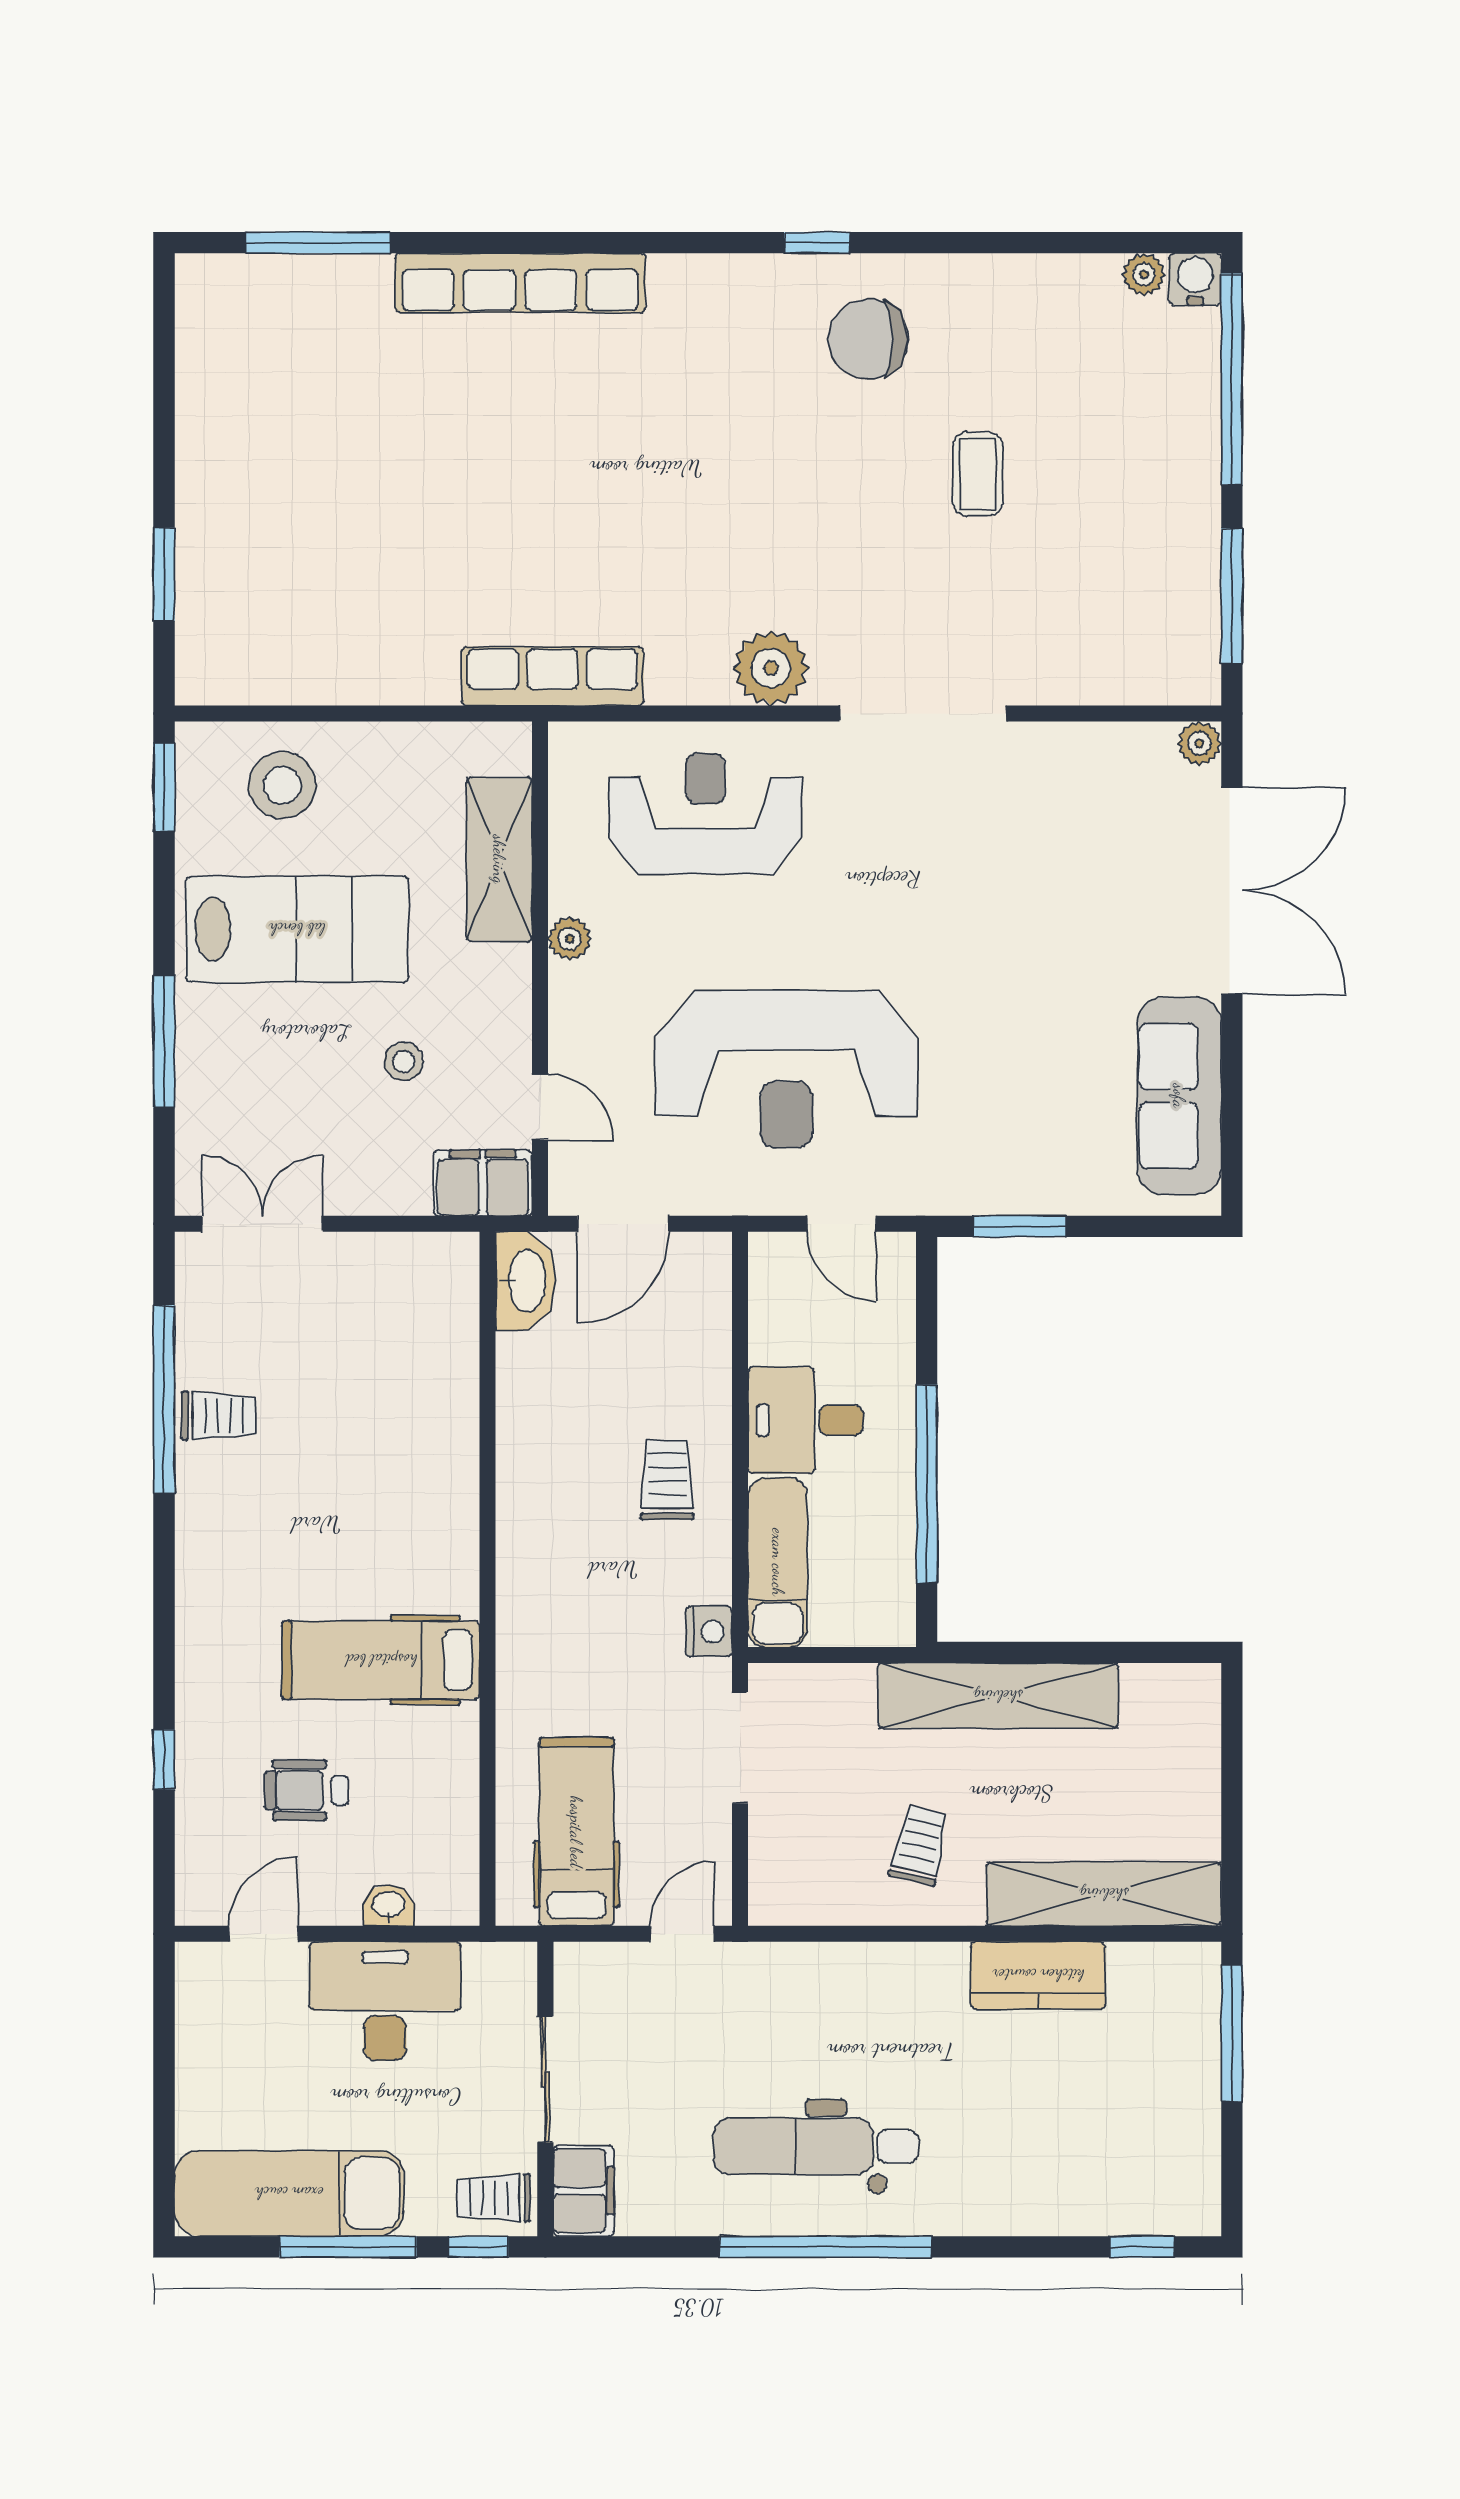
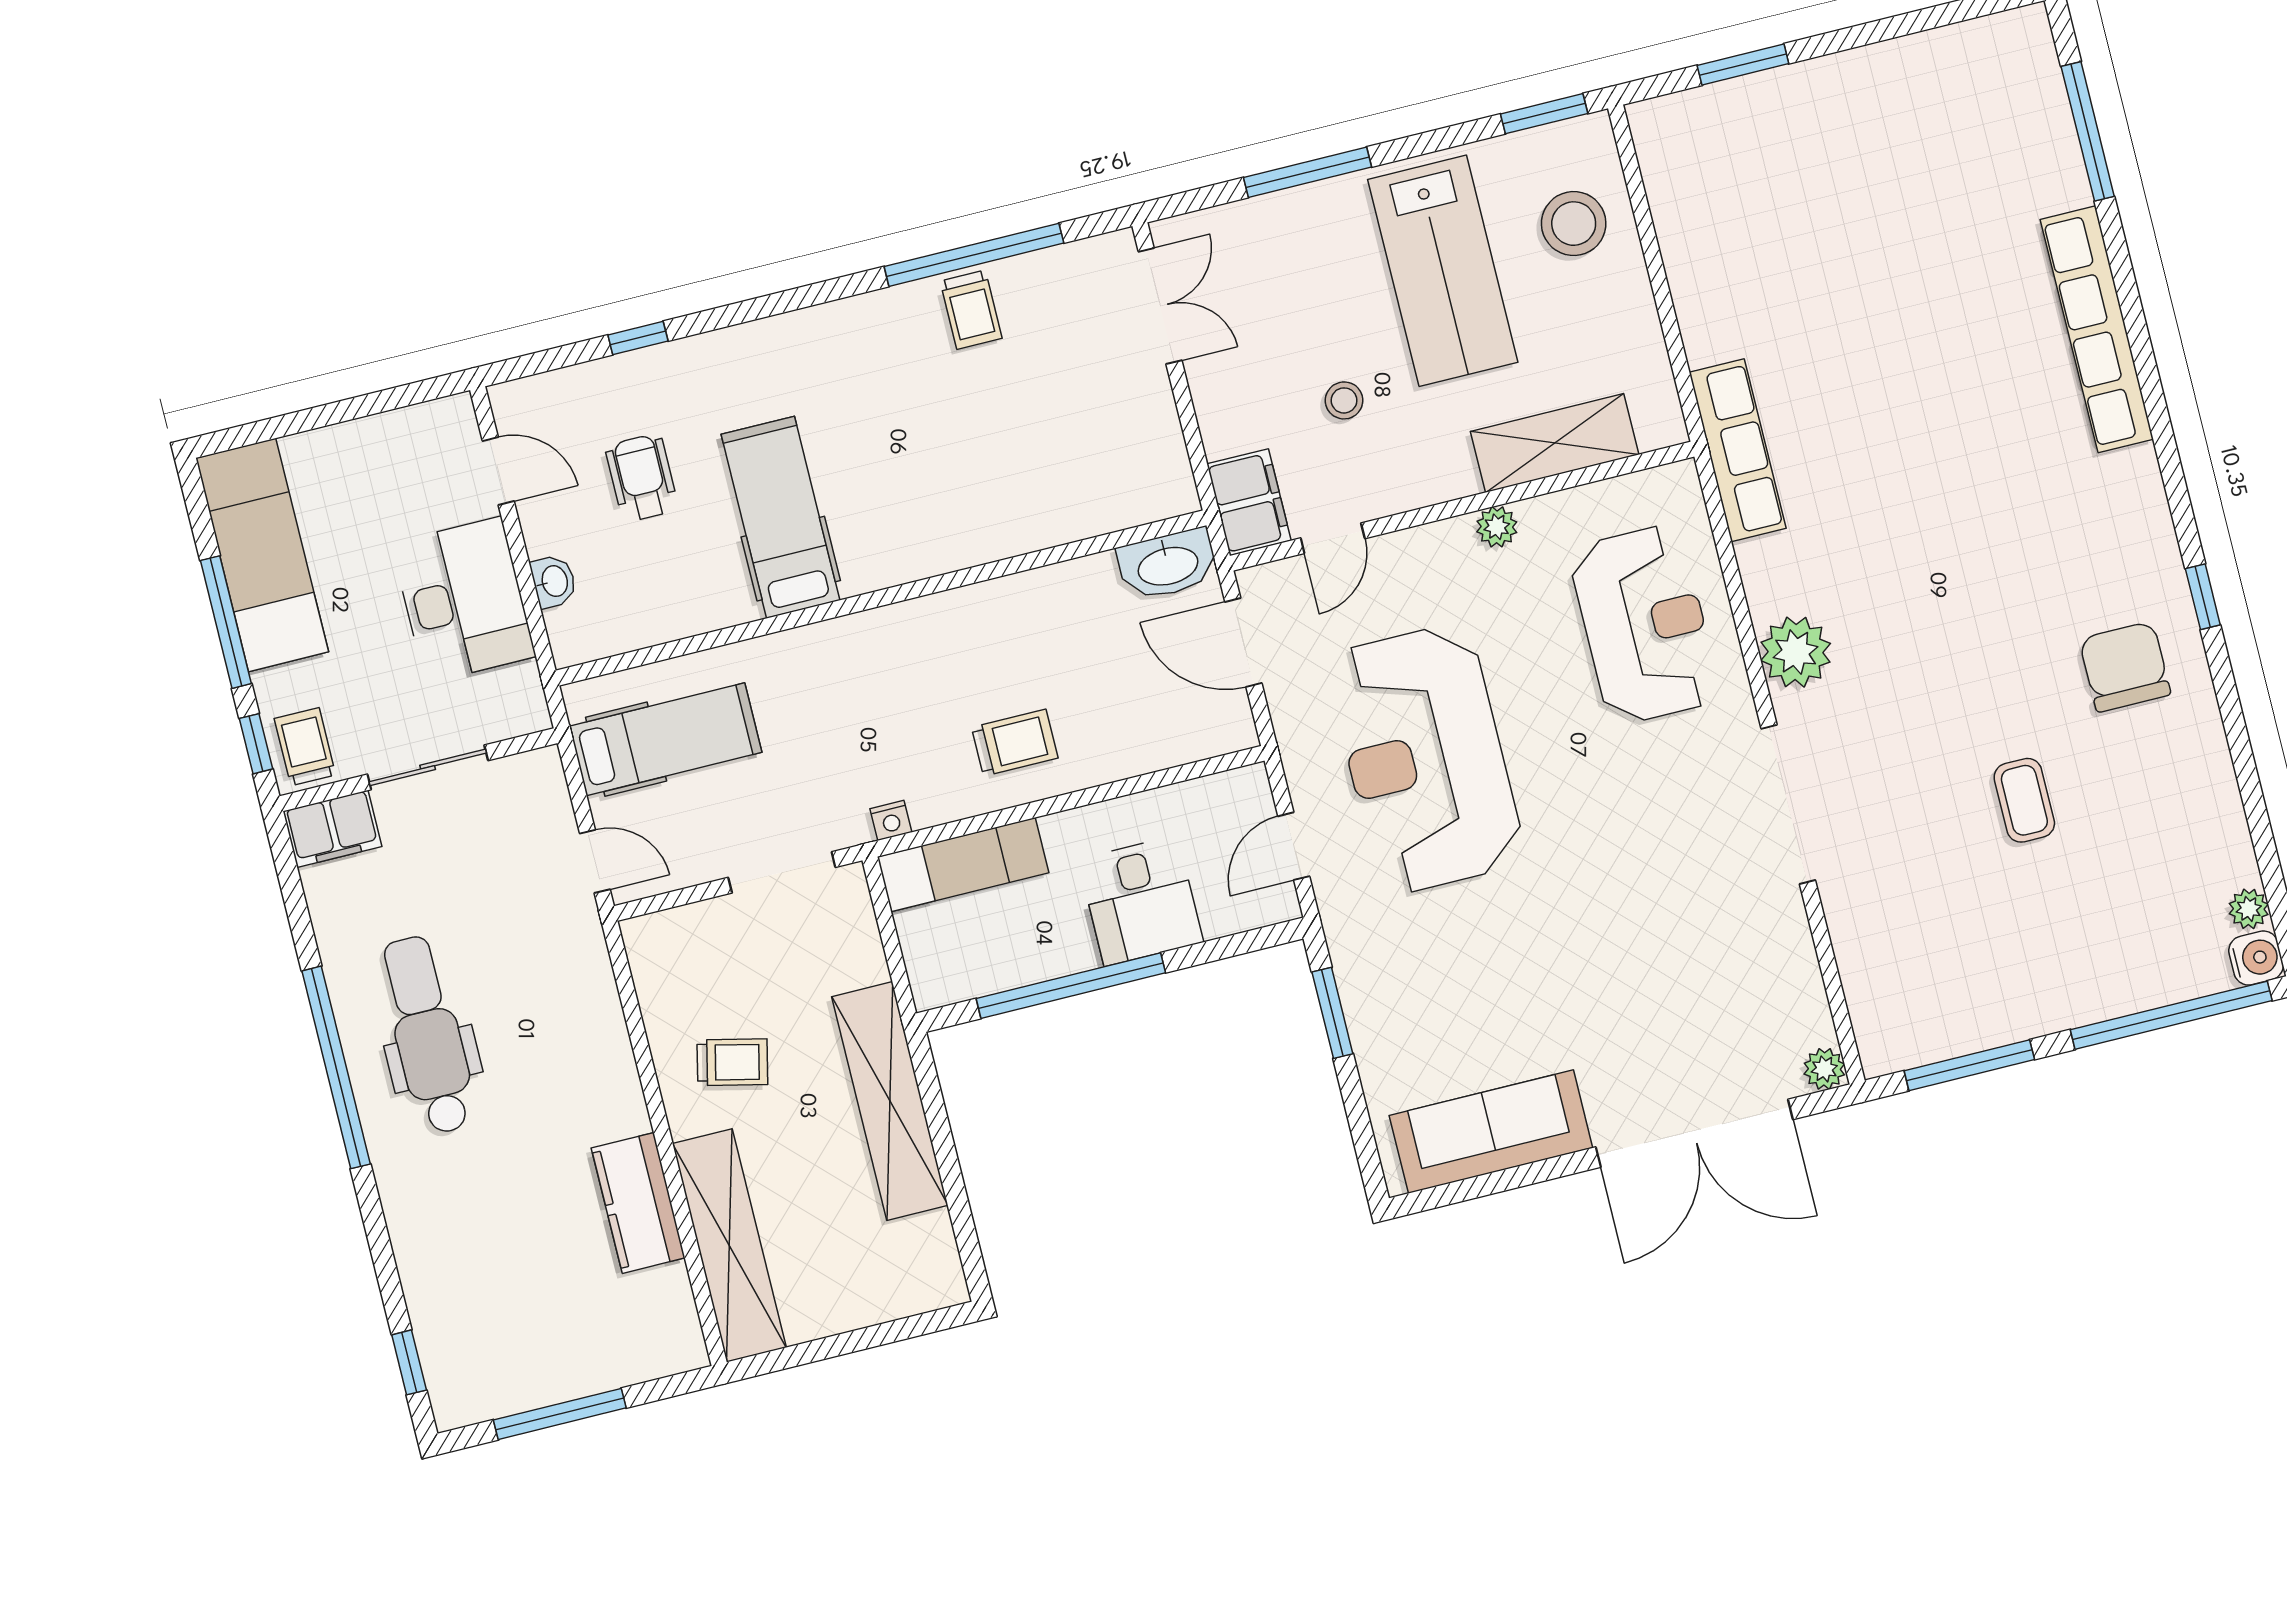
coffee table: (978, 474) -> (2024, 800), turned 90
desk: (805, 1420) -> (1141, 901), moved, turned 180
nightstand: (709, 1631) -> (891, 820), width x0.72, depth x0.74
window: (1232, 2033) -> (560, 1414), moved

